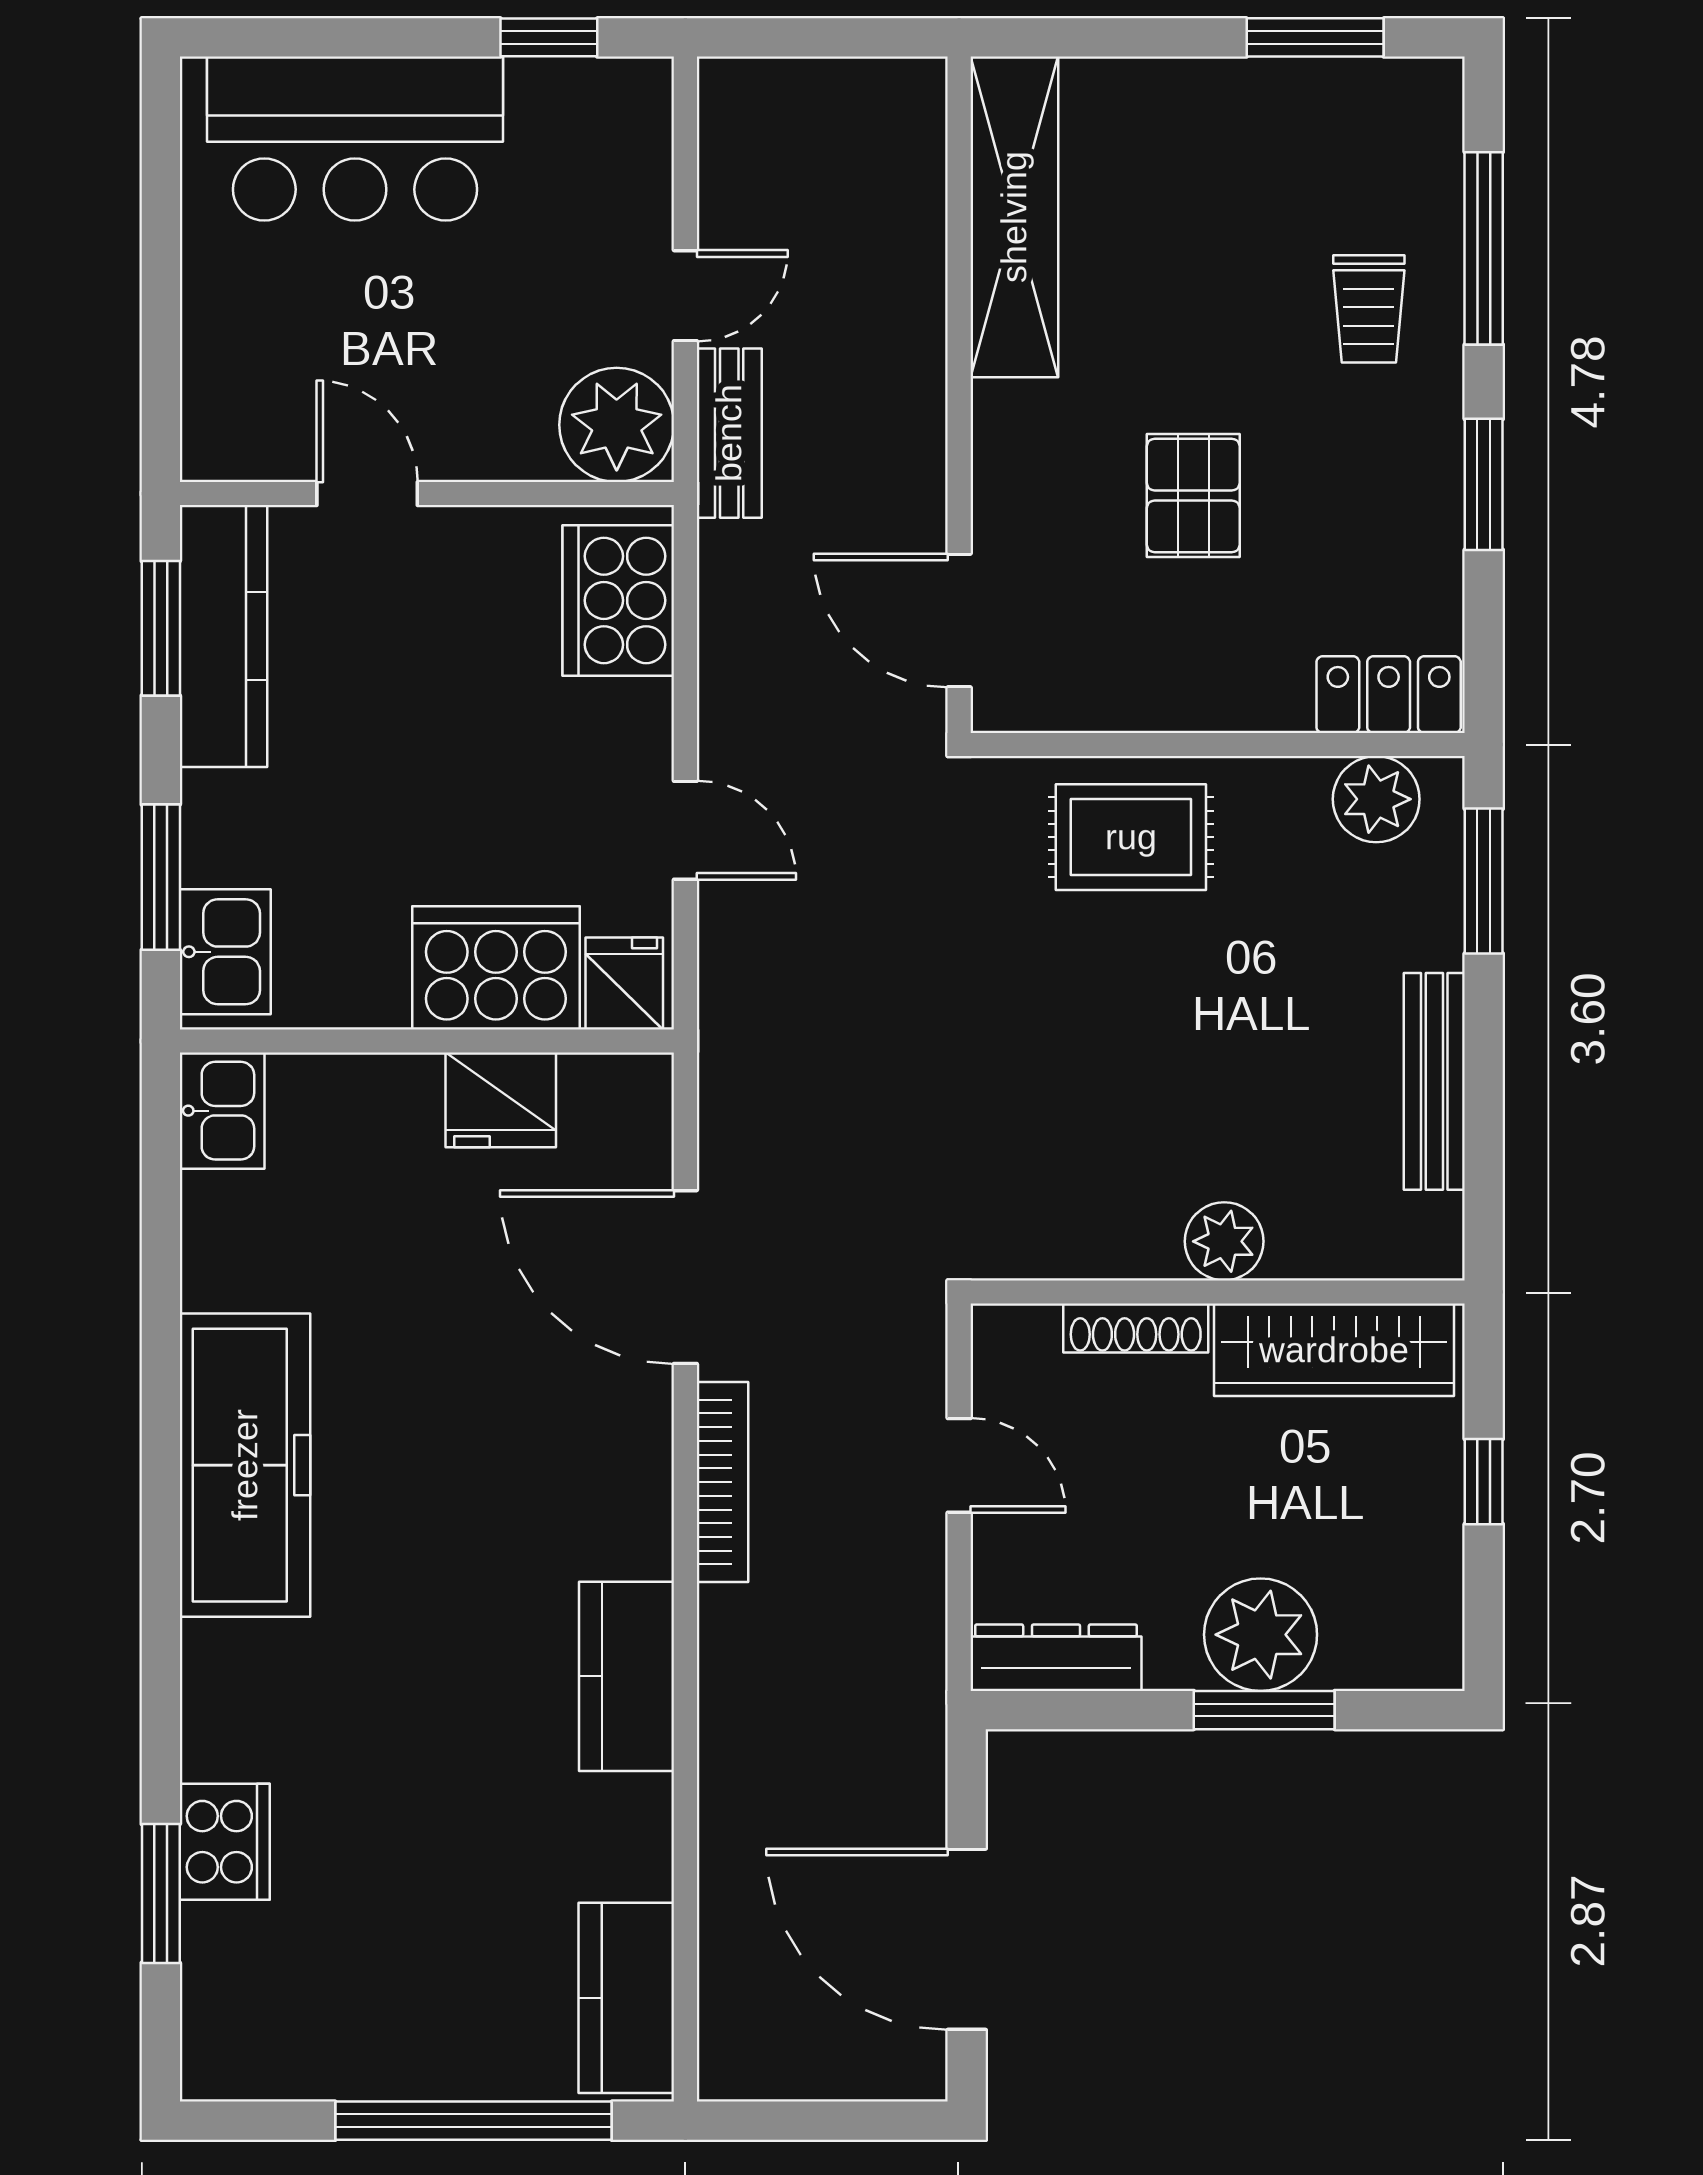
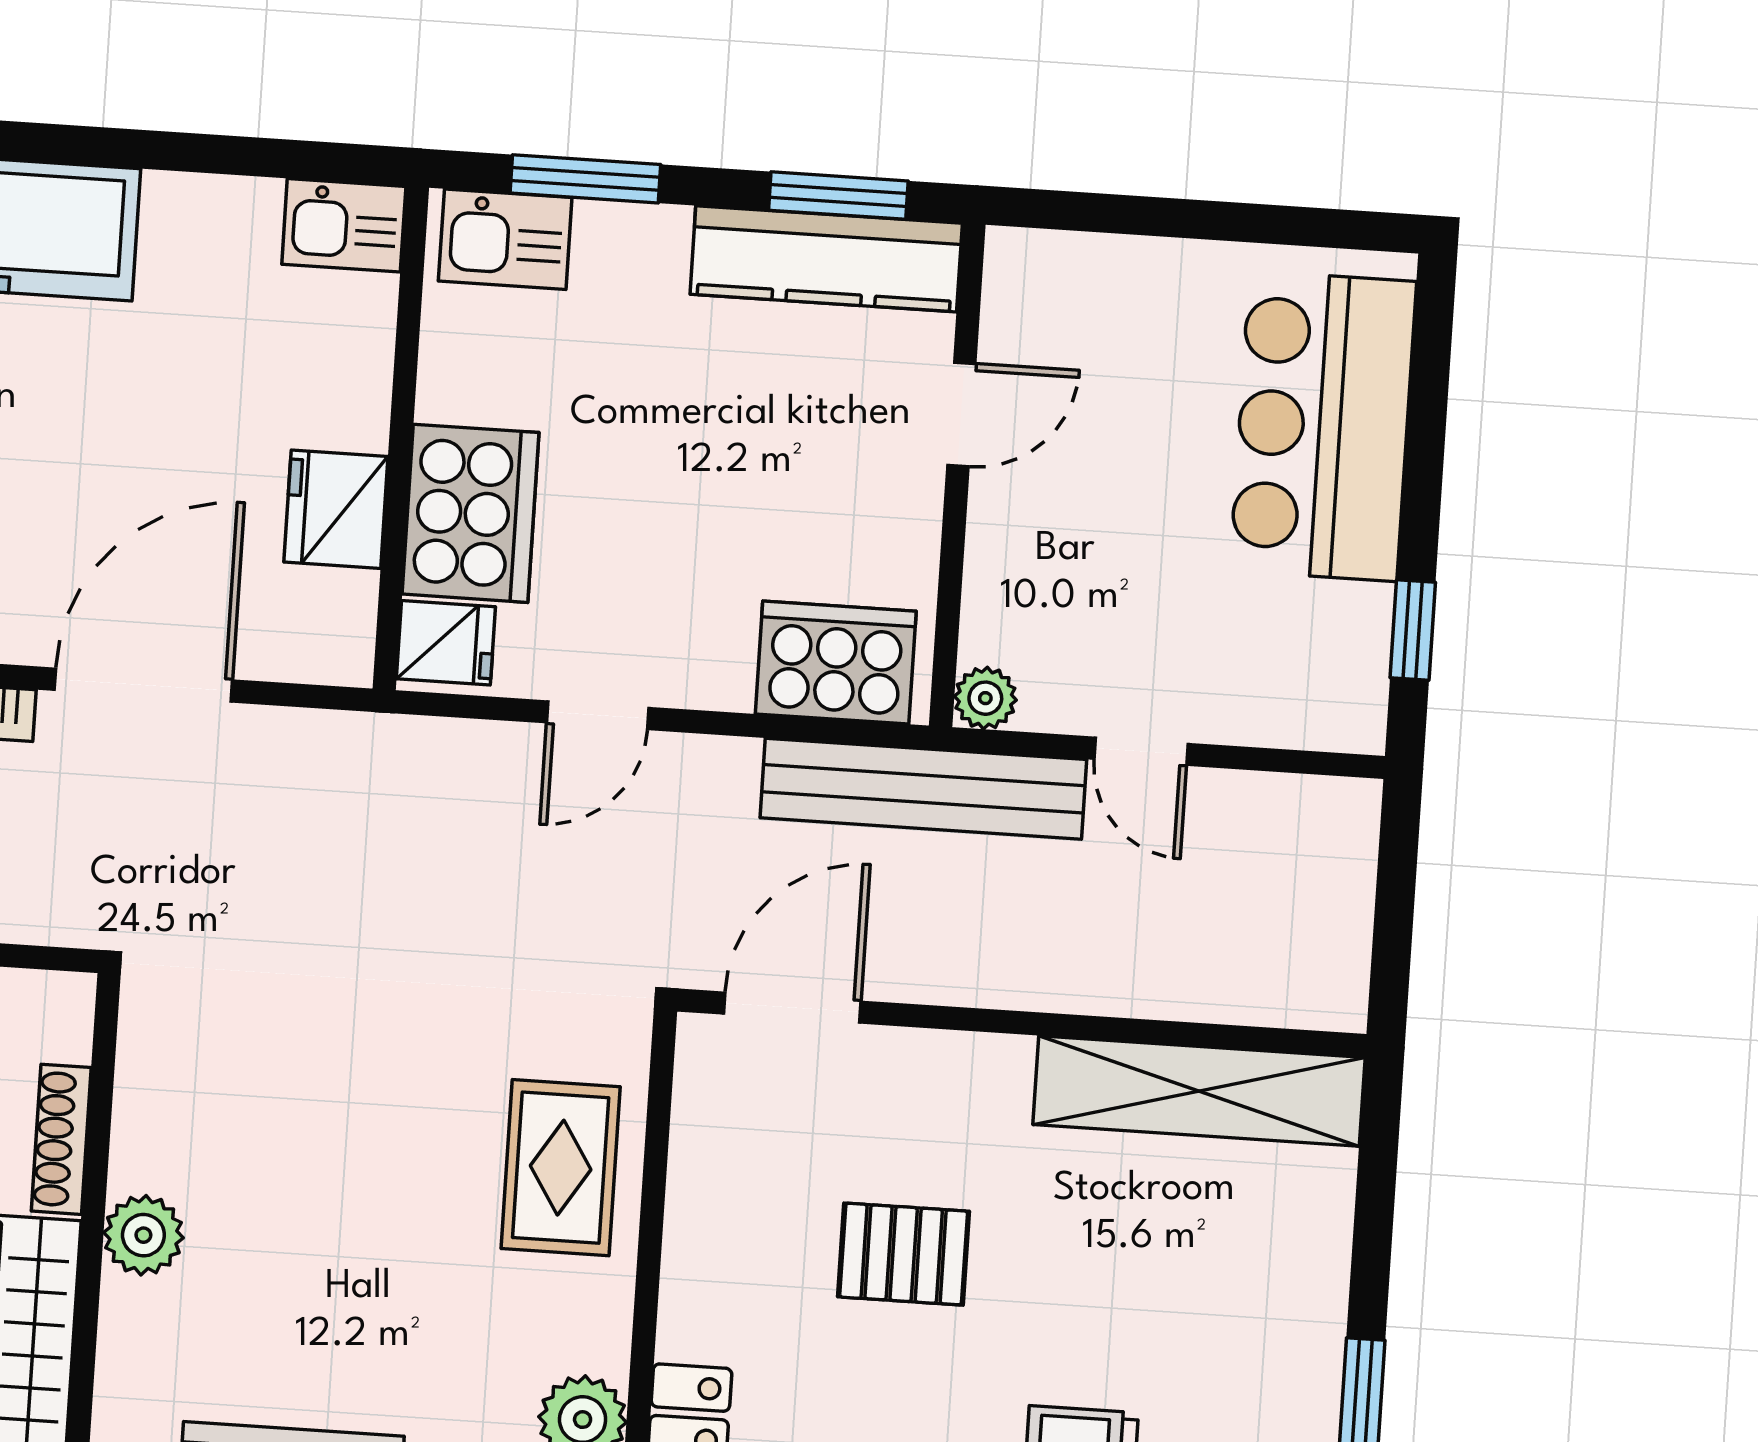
plant: (617, 425) -> (985, 698), width x0.53, depth x0.53
bench: (729, 433) -> (923, 789), width x1.86, depth x1.21

